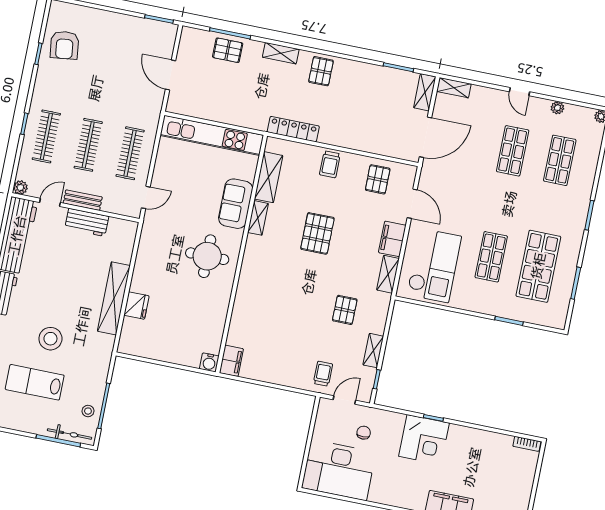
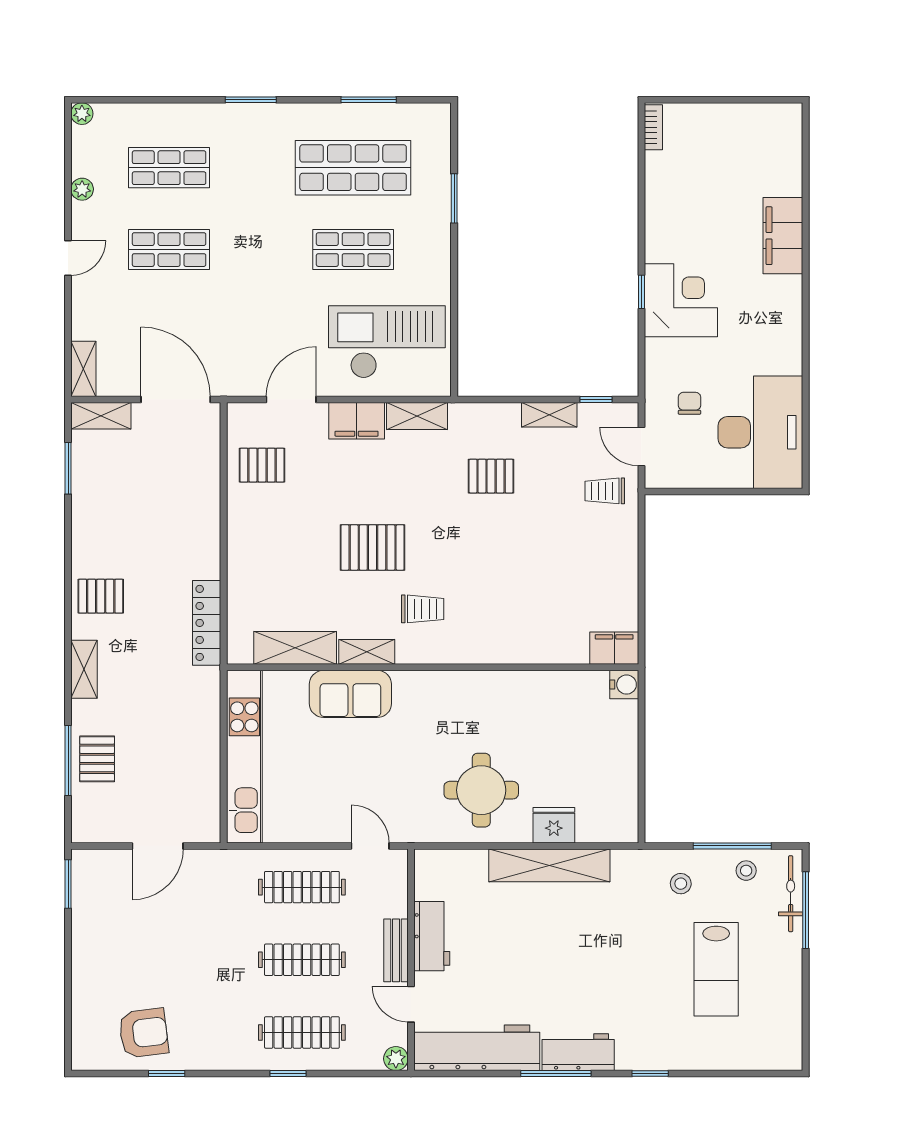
trolley: (330, 164) -> (423, 609), moved
round table: (207, 256) -> (481, 790), moved
stool: (50, 339) -> (681, 884), moved, width x0.53, depth x0.53
chair: (364, 433) -> (689, 403), turned 90

